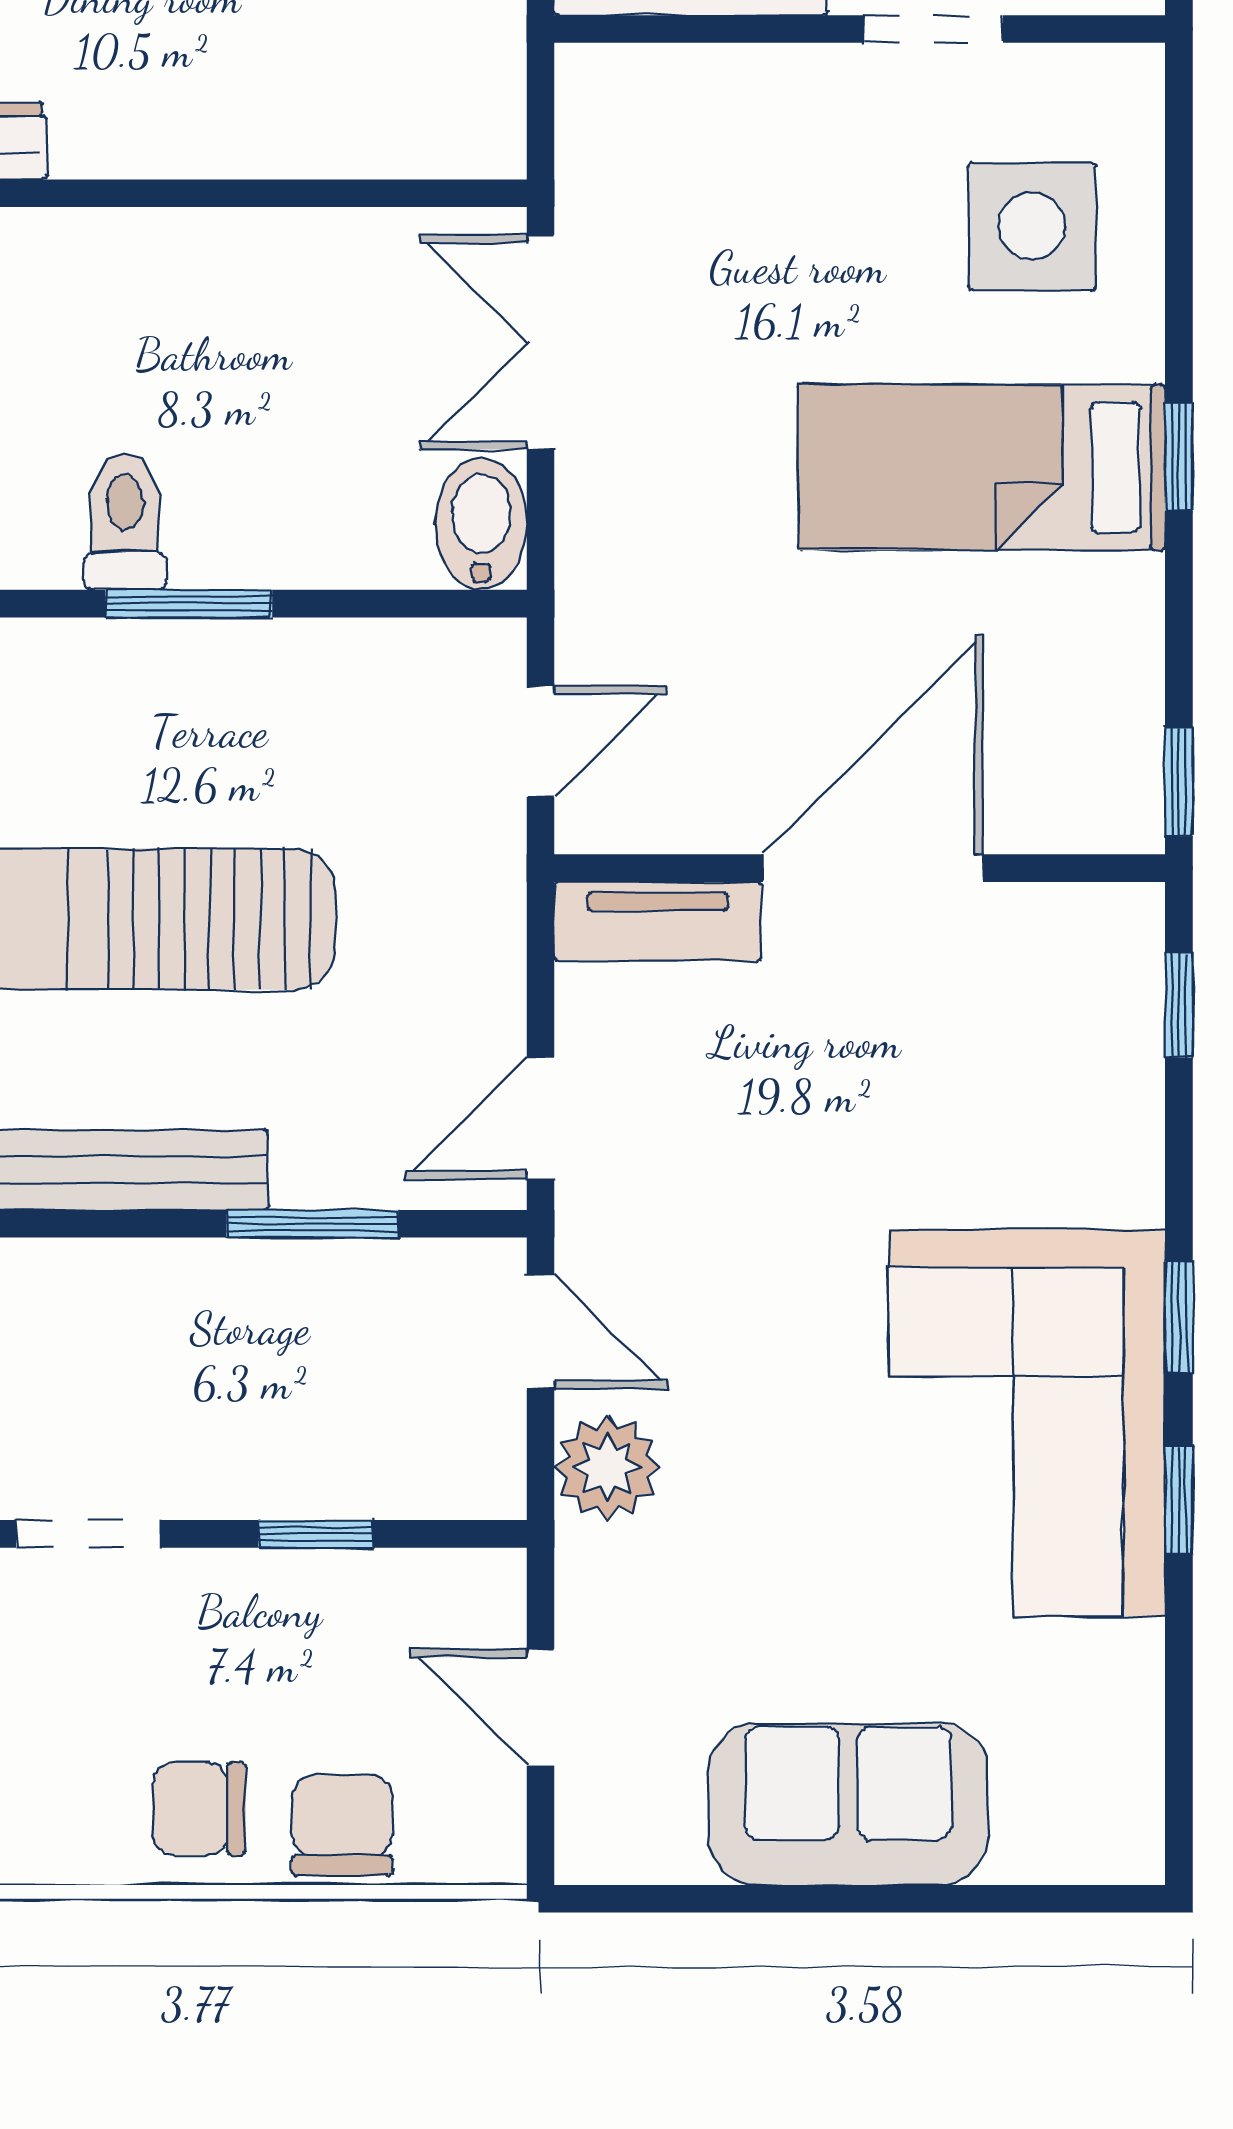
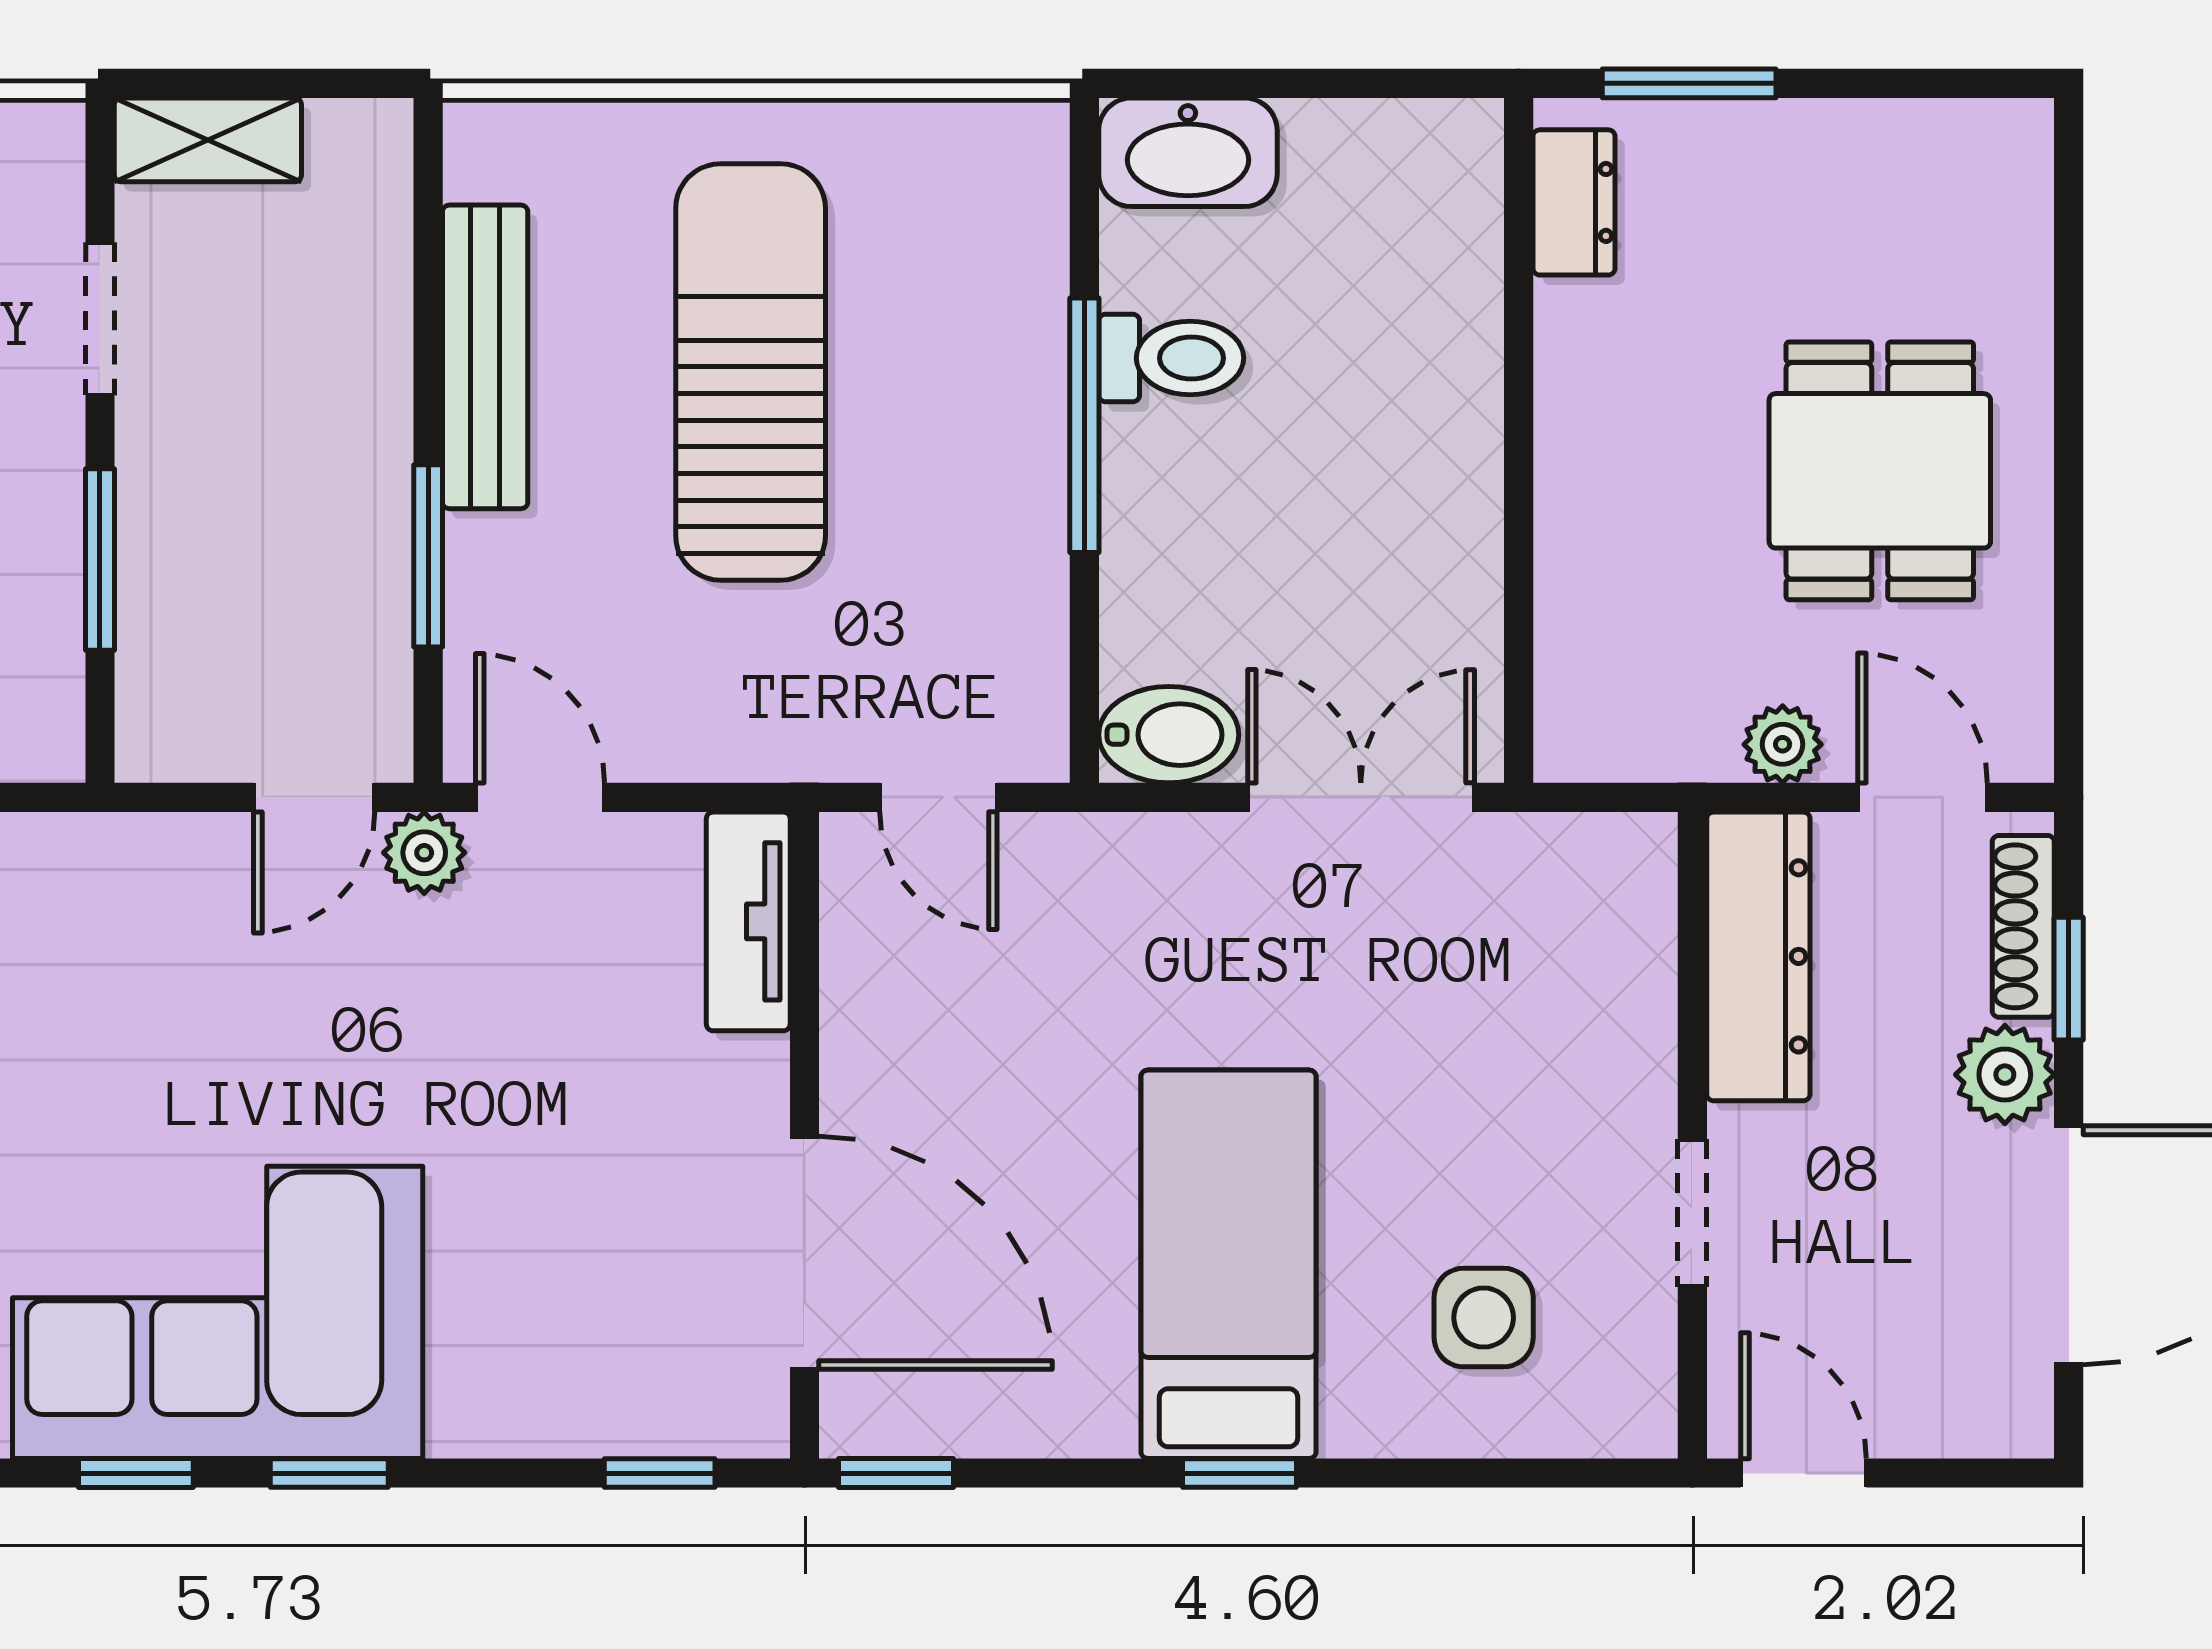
side table: (1032, 226) -> (1484, 1318), width x0.73, depth x0.73
window: (189, 604) -> (1084, 425), width x1.44
door: (873, 868) -> (804, 1253), moved
plant: (607, 1468) -> (424, 853), moved, width x0.73, depth x0.73
window: (316, 1534) -> (100, 559), width x1.50

